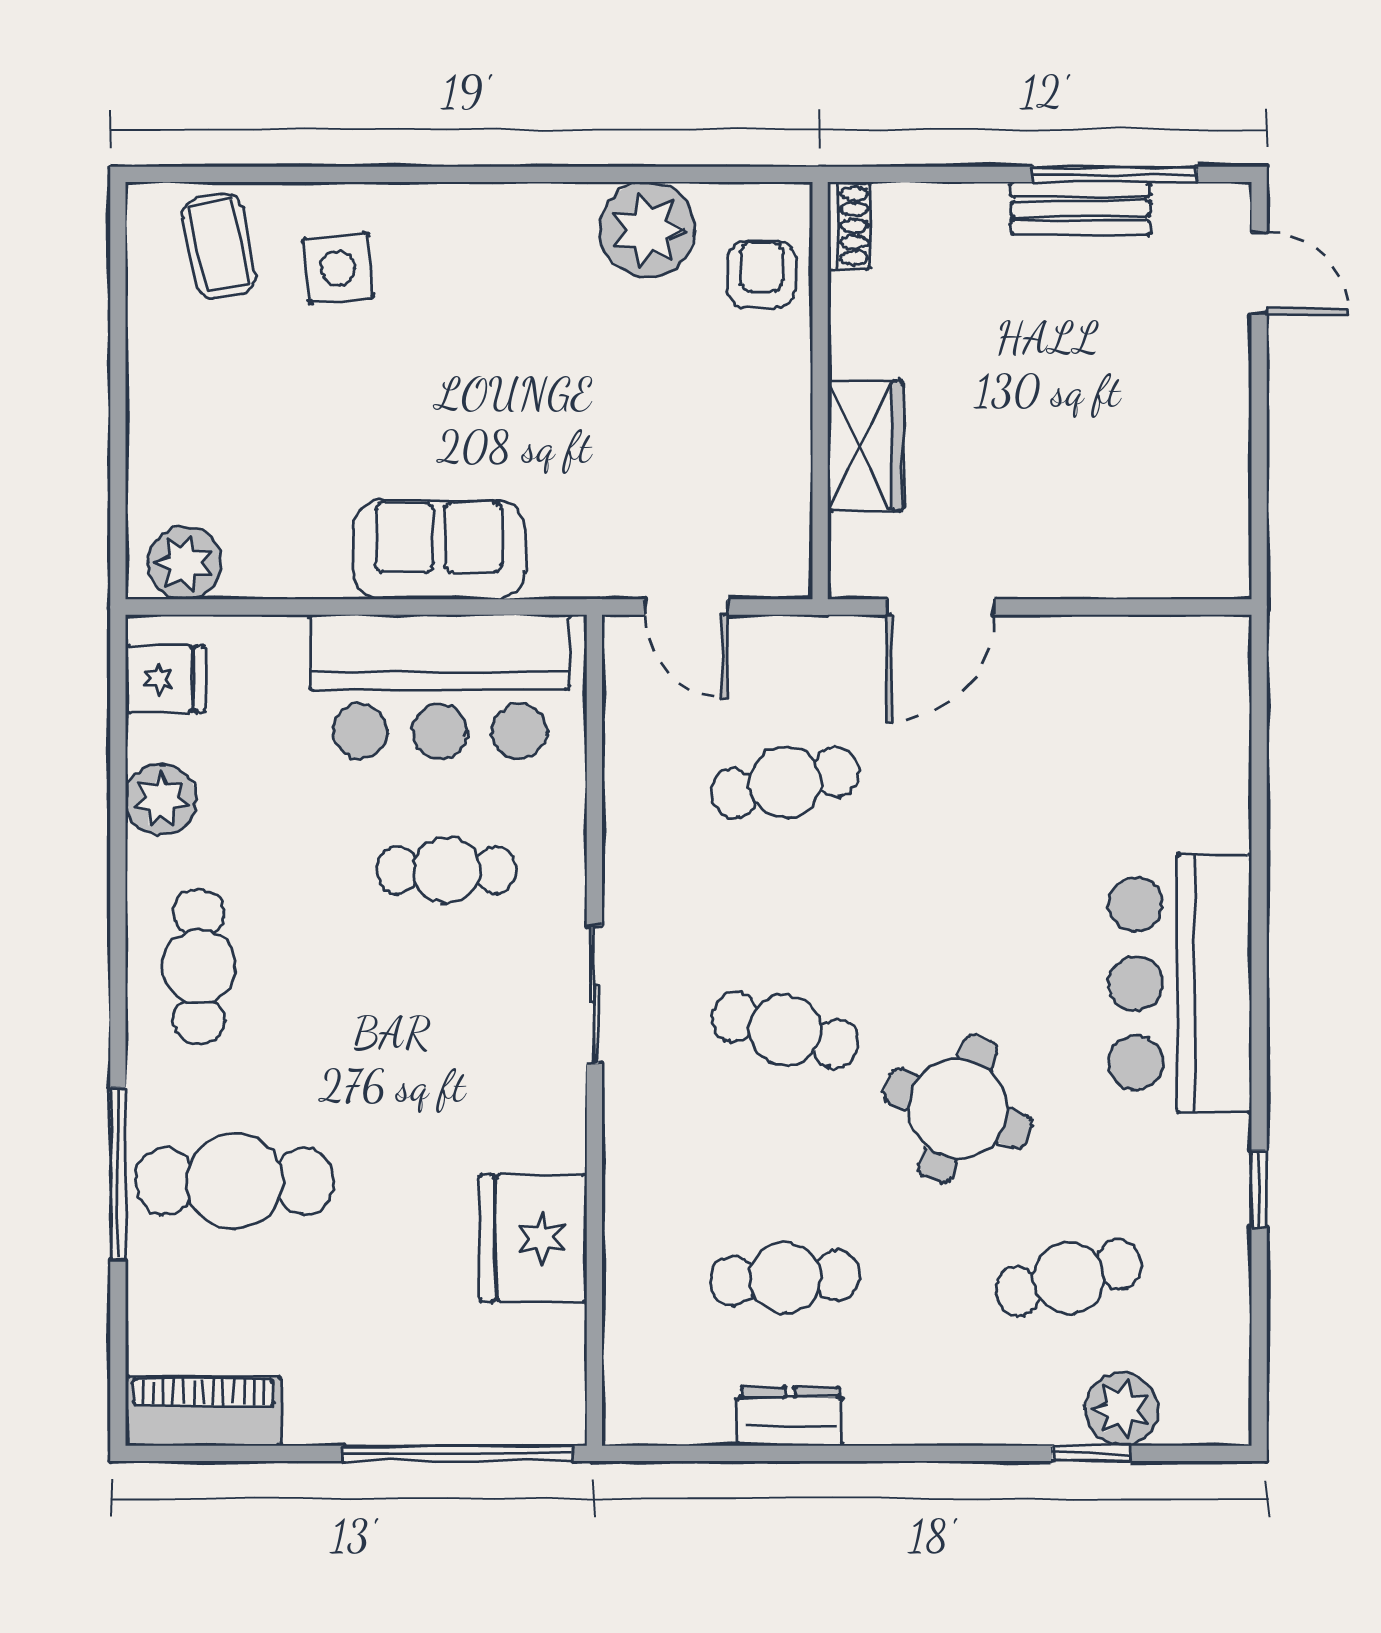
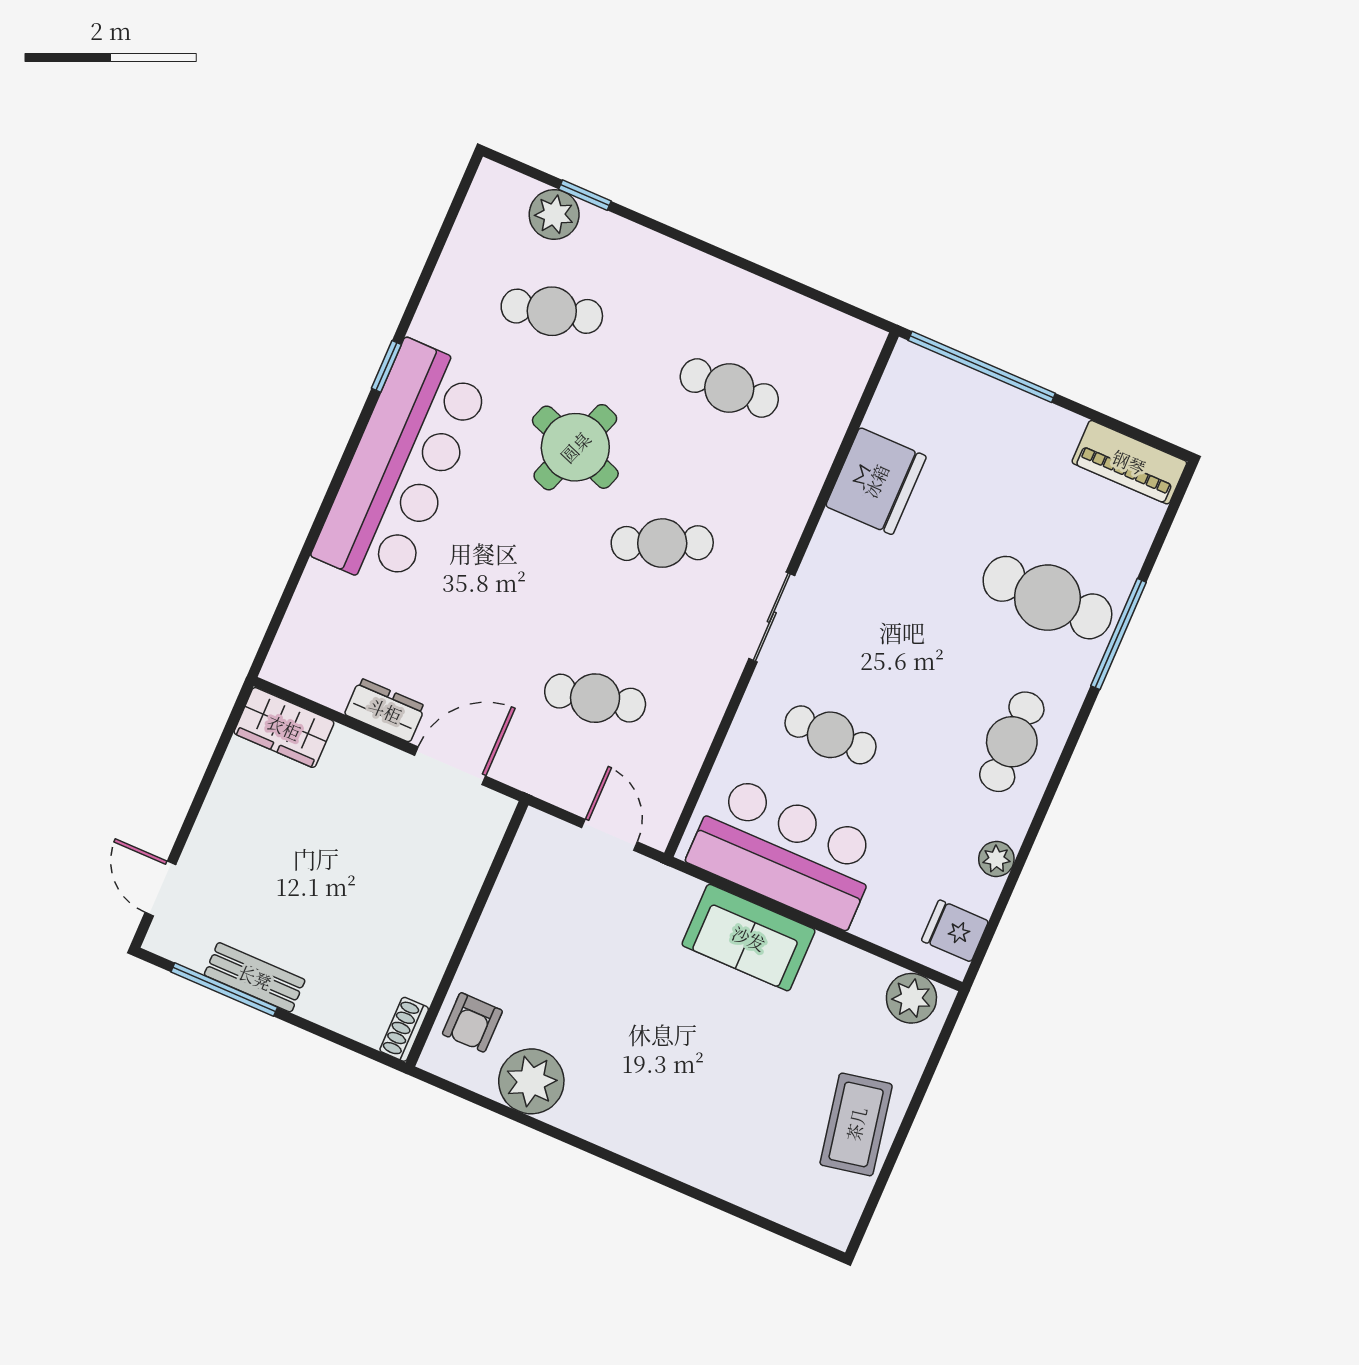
coffee table: (219, 246) -> (856, 1124), moved, width x1.36, depth x1.30
side table: (338, 268) -> (736, 1141), removed
wardrobe: (865, 446) -> (284, 727), moved, turned -90
plant: (161, 800) -> (996, 859), width x0.73, depth x0.73
bar counter: (1180, 983) -> (402, 465), width x1.36
cafe table: (785, 1030) -> (662, 543), turned -39
window: (1259, 1189) -> (386, 366), moved
dresser: (790, 1416) -> (385, 710), moved, turned 180

